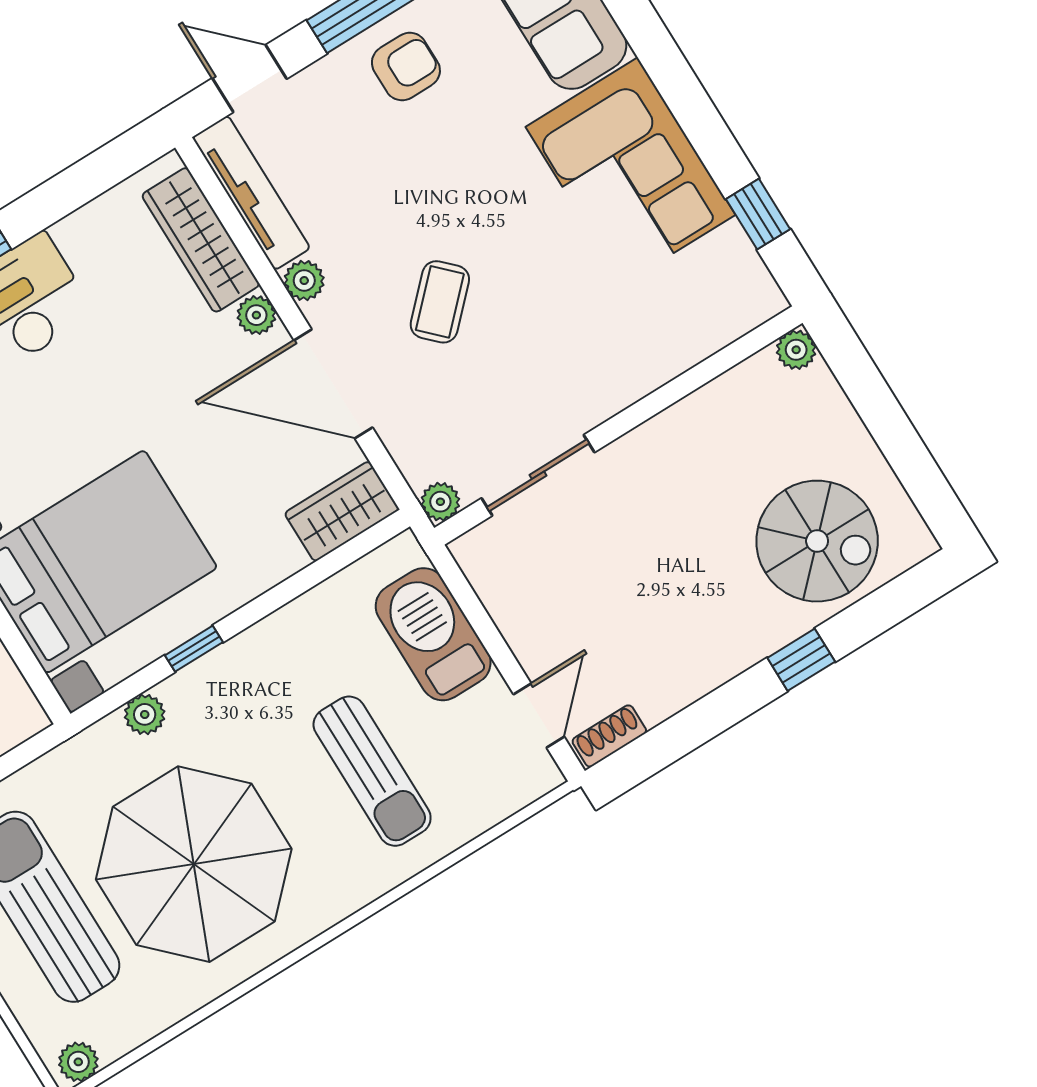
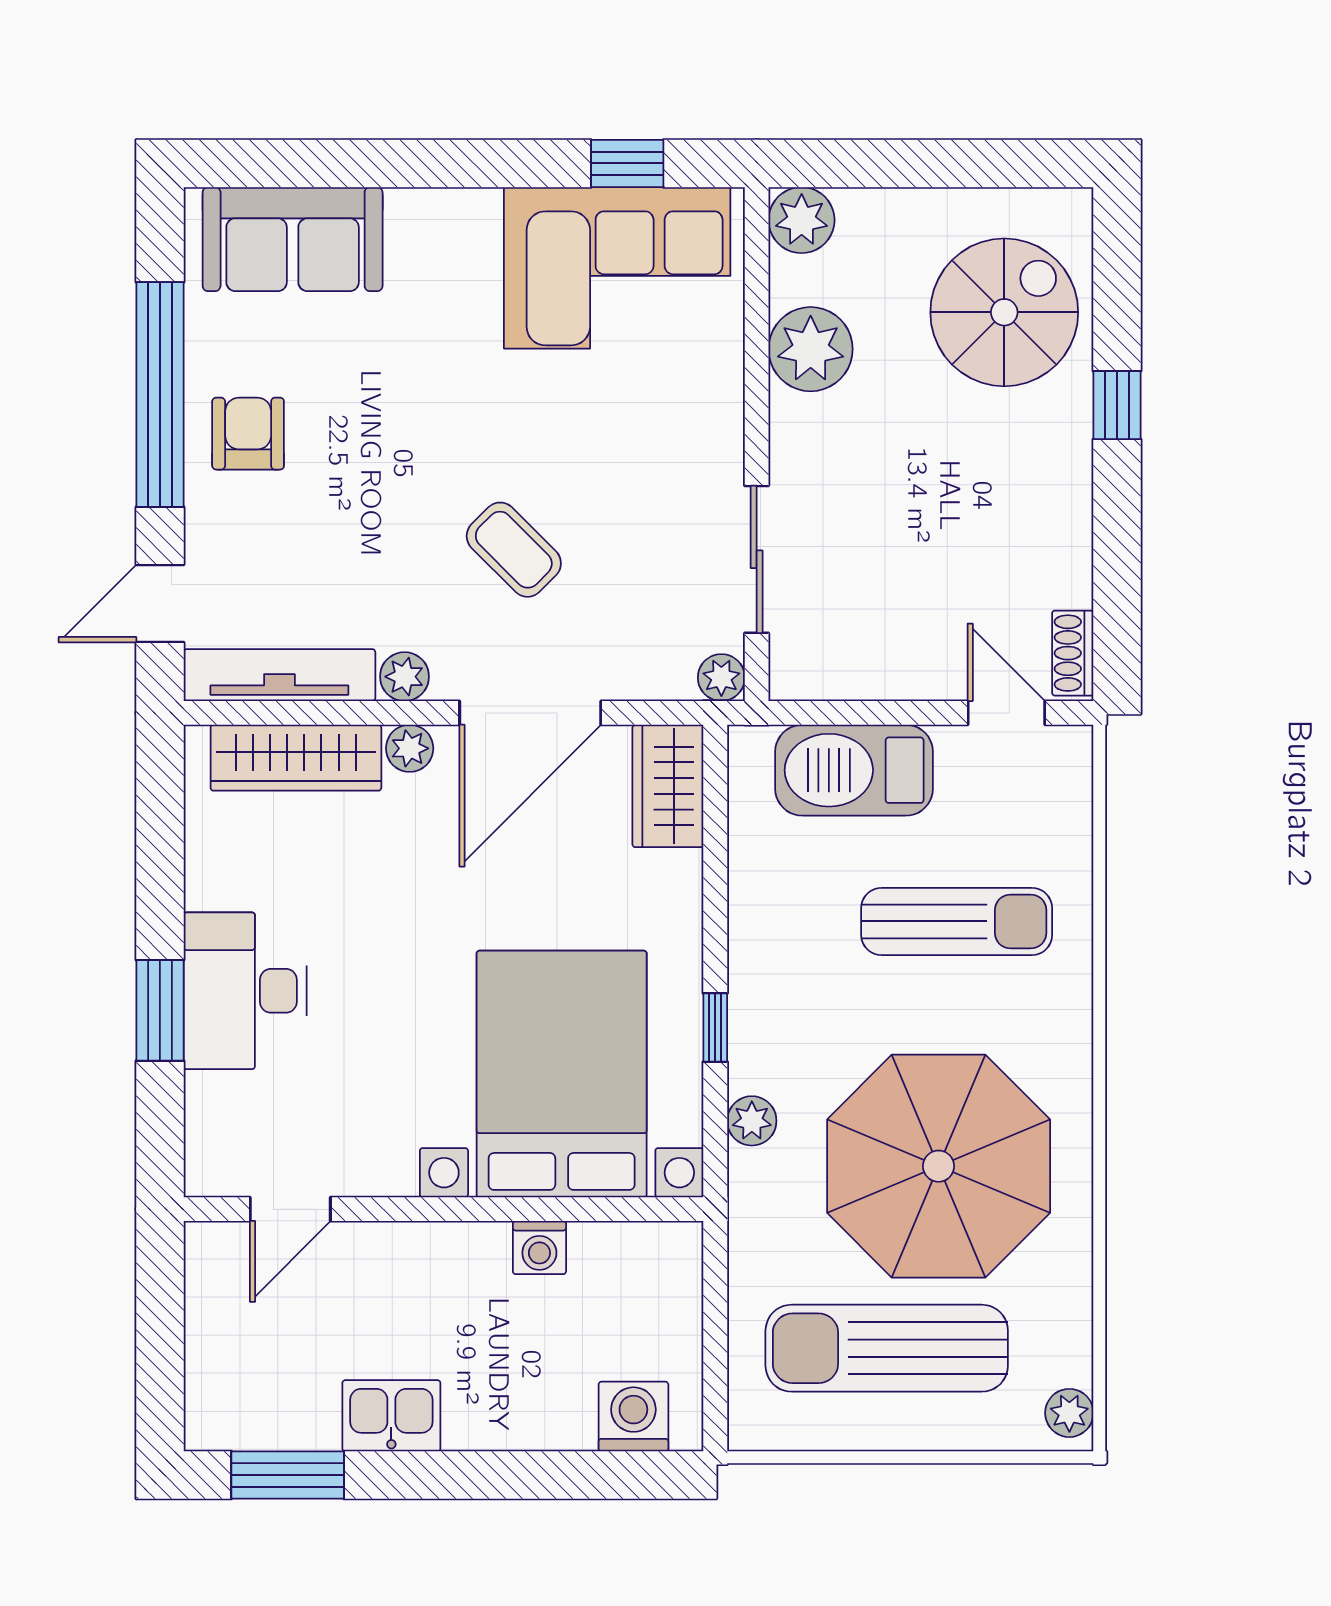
corner sofa: (630, 171) -> (617, 268), moved
plant: (796, 350) -> (802, 220), width x1.38, depth x1.38
plant: (708, 422) -> (811, 349), added

